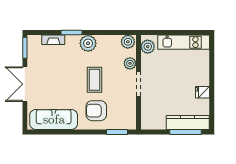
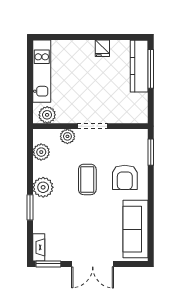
fireplace: (53, 40) -> (39, 247), moved
plant: (128, 42) -> (41, 152), moved
coffee table: (94, 80) -> (87, 179), turned 90

